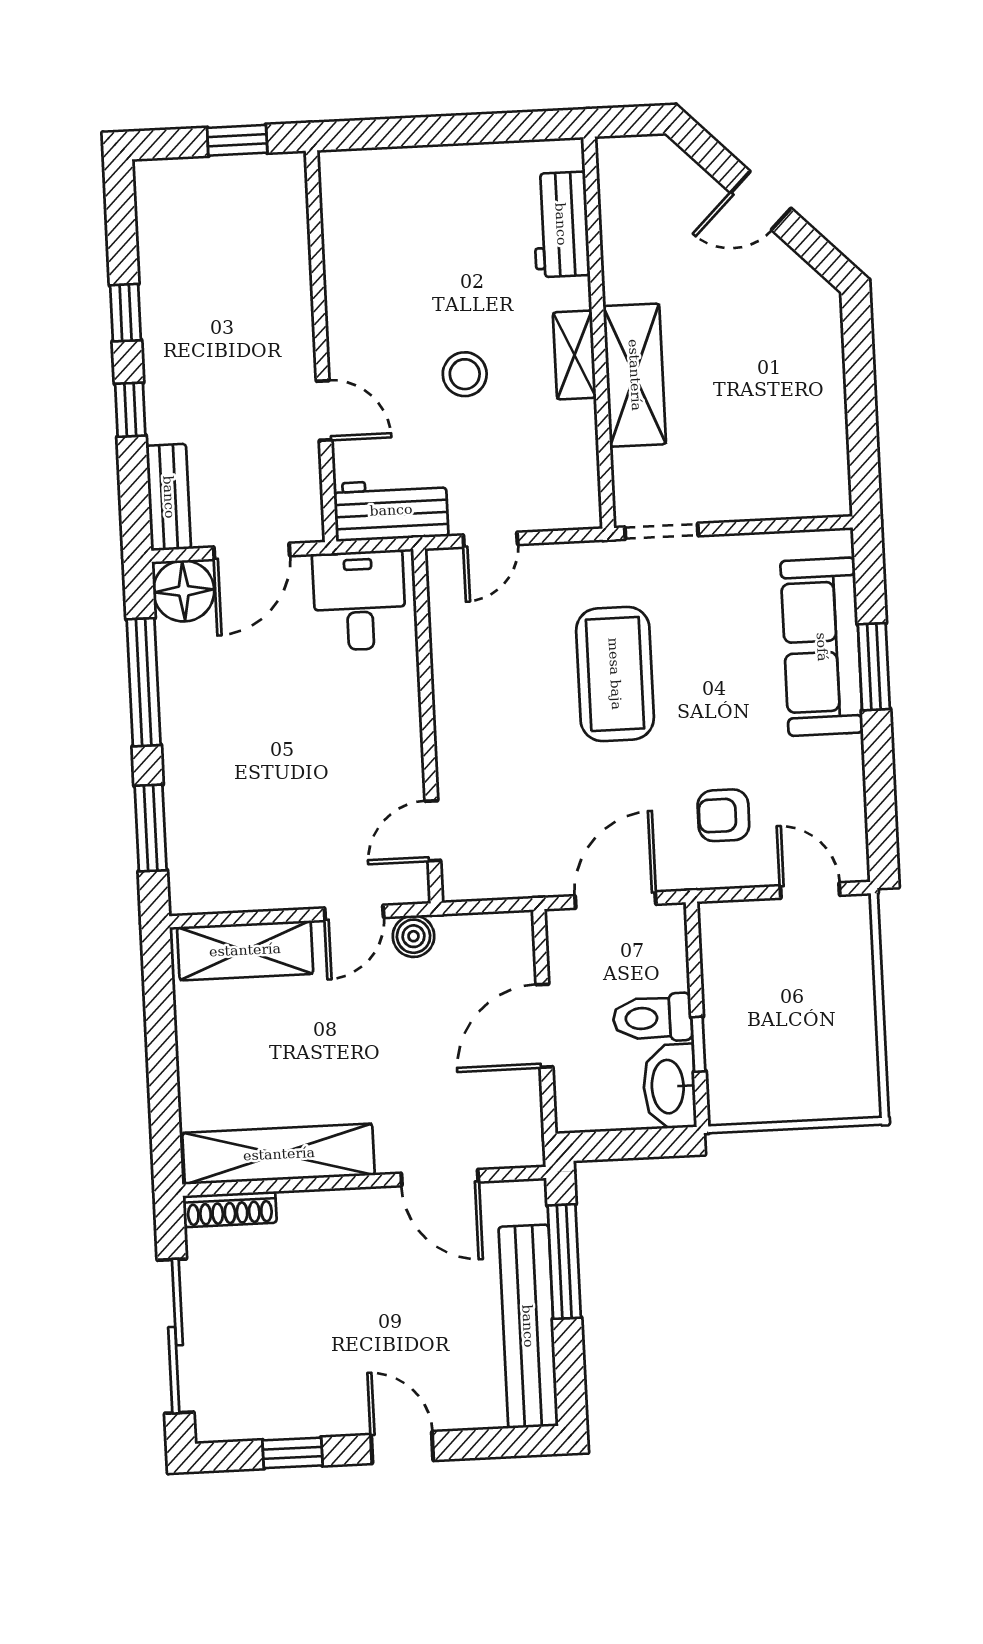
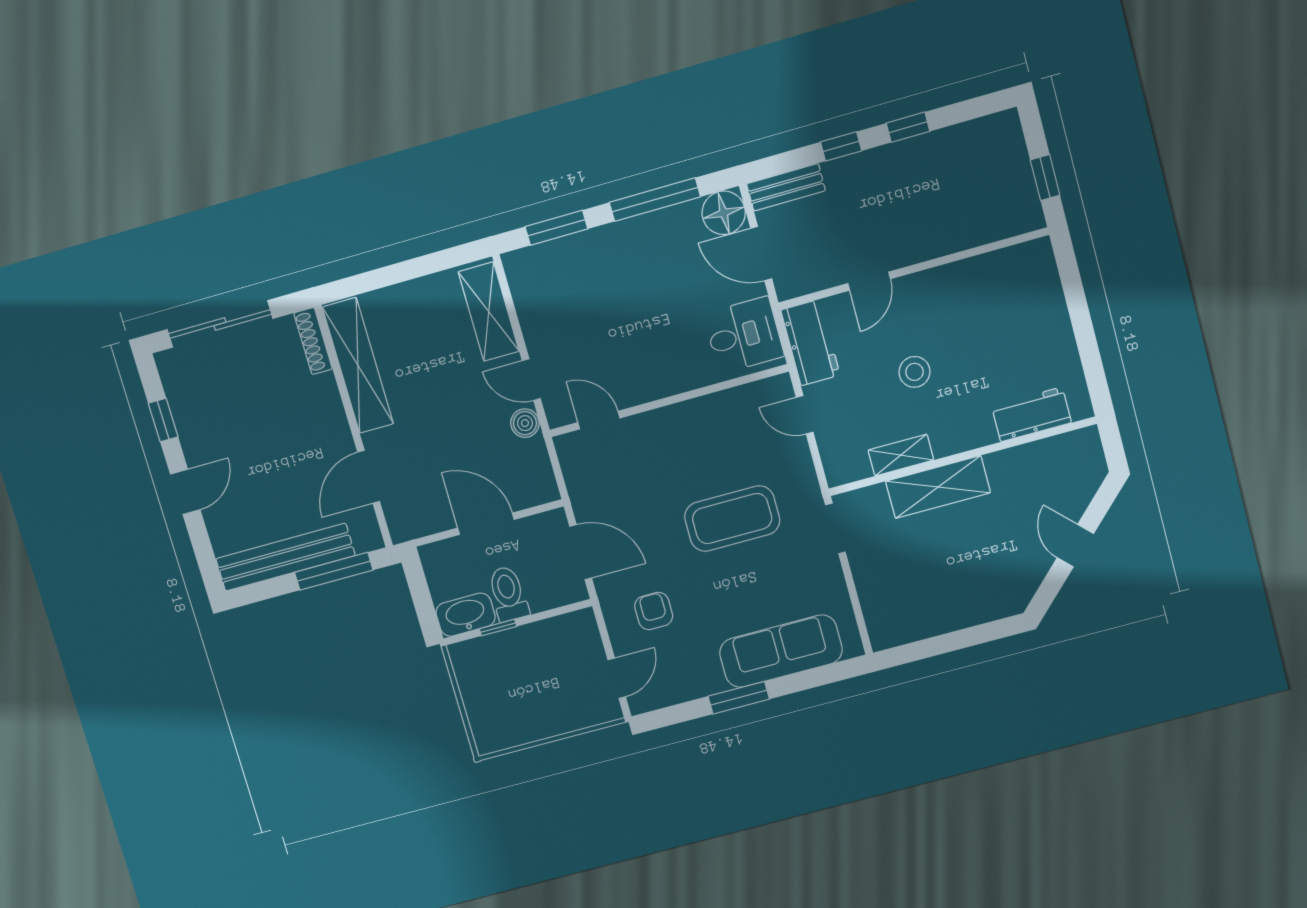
shelving: (575, 355) -> (901, 455), moved
window: (874, 667) -> (739, 698), moved

